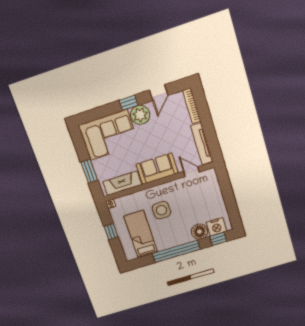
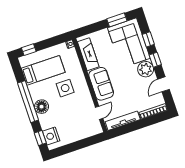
door: (159, 93) -> (163, 84), hinge flipped
window: (104, 111) -> (148, 39), added
window: (89, 171) -> (117, 20), moved
window: (111, 232) -> (29, 50), moved
floor lamp: (200, 232) -> (42, 107), moved

